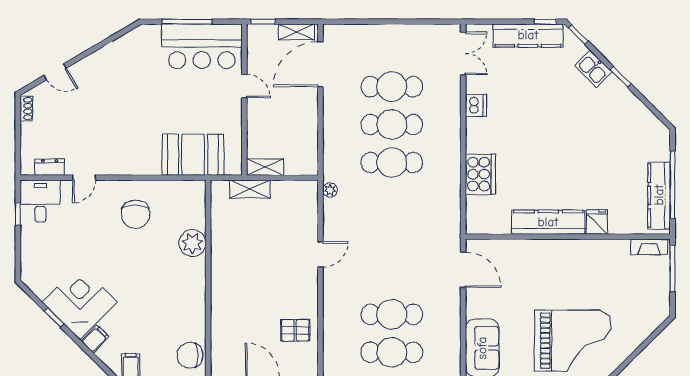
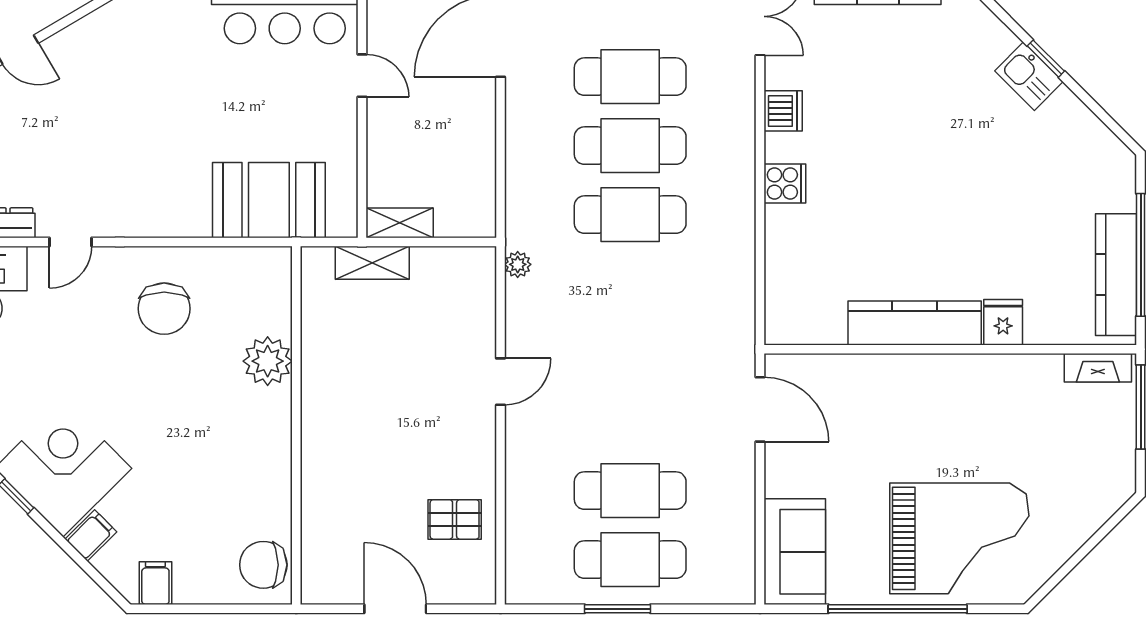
kitchen sink: (593, 69) -> (1029, 76), moved
cooker: (480, 174) -> (785, 183), moved, width x0.53, depth x0.76

